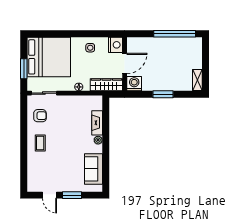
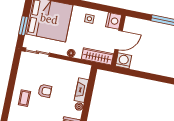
window: (163, 94) -> (148, 76), removed
armchair: (40, 116) -> (45, 91), moved

